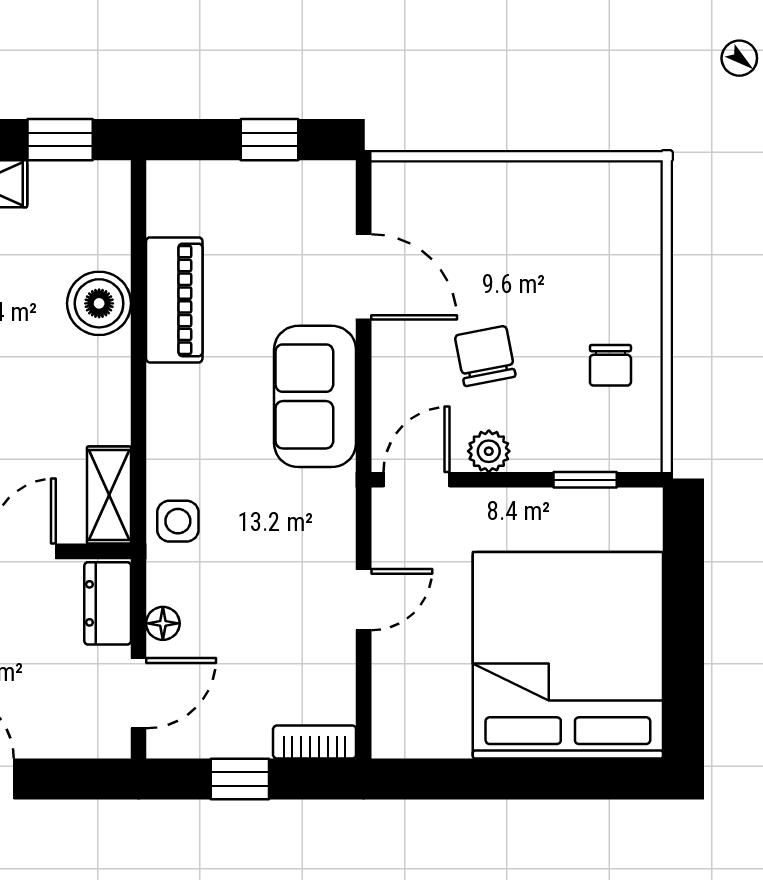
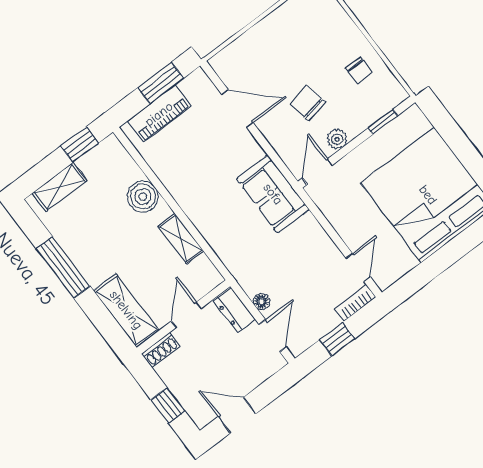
window: (269, 140) -> (161, 83), width x1.50
piano: (174, 300) -> (159, 114), moved, turned 90
sofa: (315, 396) -> (273, 194), moved
shelving: (109, 495) -> (181, 239), moved
side table: (178, 521) -> (237, 258), removed
door: (364, 600) -> (358, 267), moved

